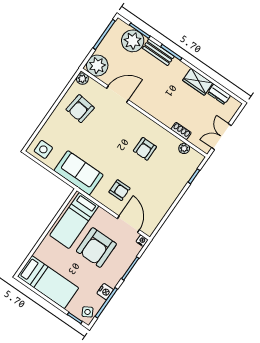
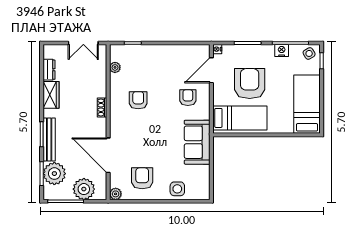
bench: (158, 52) -> (49, 140), width x1.36
plant: (97, 66) -> (84, 189), moved
door: (117, 94) -> (108, 155), width x1.36
armchair: (80, 109) -> (142, 178), turned -97
shoe rack: (181, 131) -> (102, 107), moved
side table: (43, 149) -> (177, 189), moved
armchair: (145, 149) -> (138, 100), turned -90
armchair: (96, 248) -> (250, 84), turned -90

